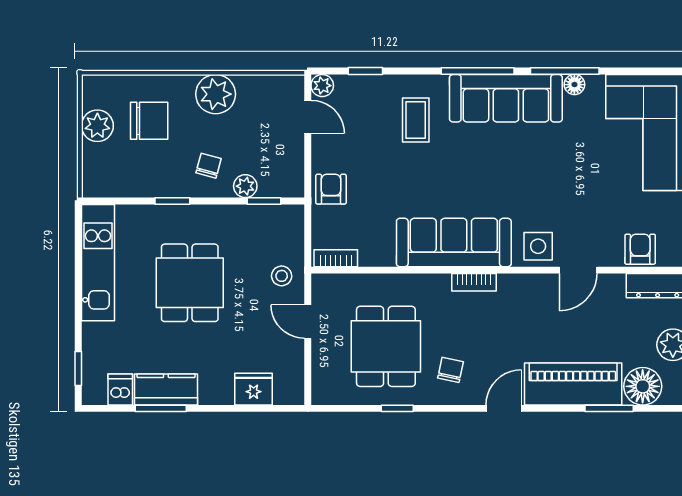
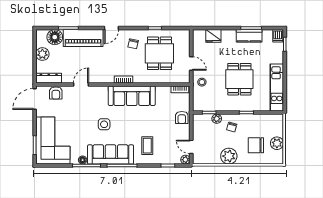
side table: (538, 246) -> (104, 124), moved
dishwasher: (120, 389) -> (278, 36), moved

